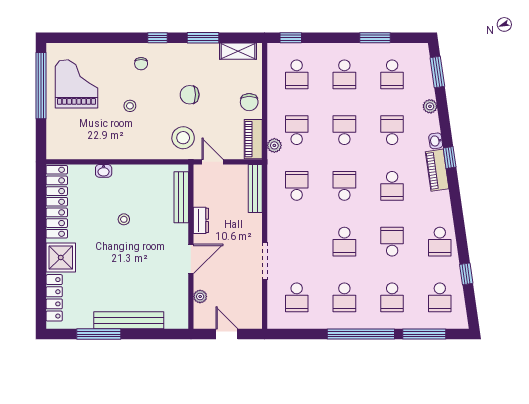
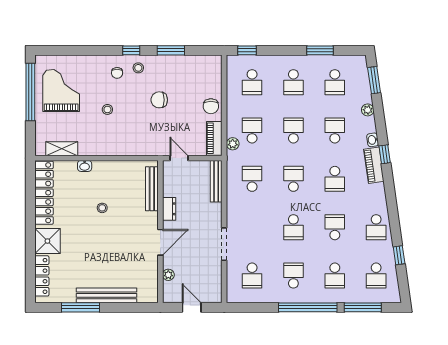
shelving: (238, 51) -> (62, 149), moved
stool: (183, 138) -> (138, 68), moved, width x0.53, depth x0.53
school desk: (344, 297) -> (293, 276), turned 180

